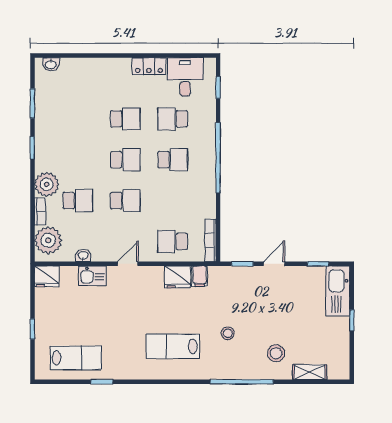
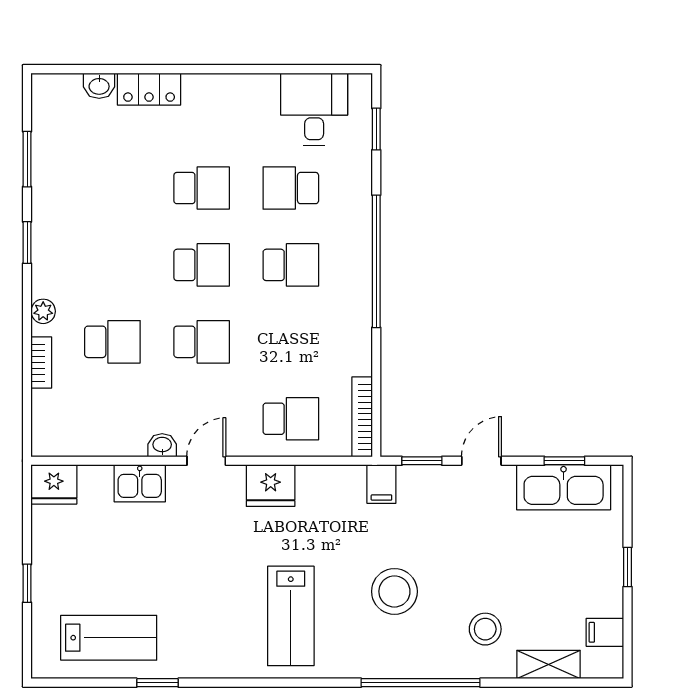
washbasin: (51, 64) -> (99, 86), moved
locker: (149, 66) -> (149, 89), moved
plant: (47, 184) -> (43, 311), width x0.53, depth x0.53
plant: (48, 240) -> (57, 417), removed
school desk: (173, 241) -> (291, 419), turned 180
washbasin: (83, 256) -> (162, 445), moved
filing cabinet: (200, 276) -> (381, 484), moved
fridge: (178, 277) -> (271, 486), moved
kitchen sink: (338, 291) -> (564, 487), moved, turned -90
stool: (228, 333) -> (394, 591), width x1.89, depth x1.89
lab bench: (173, 346) -> (291, 616), turned -90
filing cabinet: (340, 355) -> (605, 632), added

